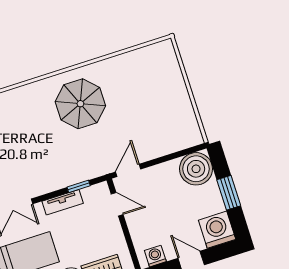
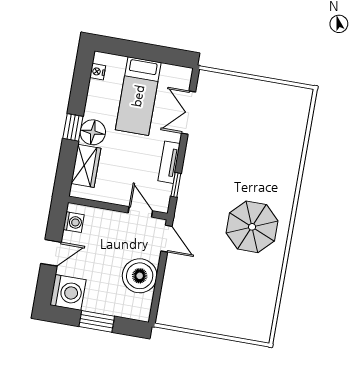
boiler: (196, 169) -> (140, 276), moved
door: (117, 204) -> (140, 212), swing flipped

